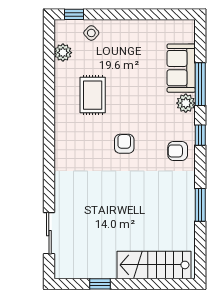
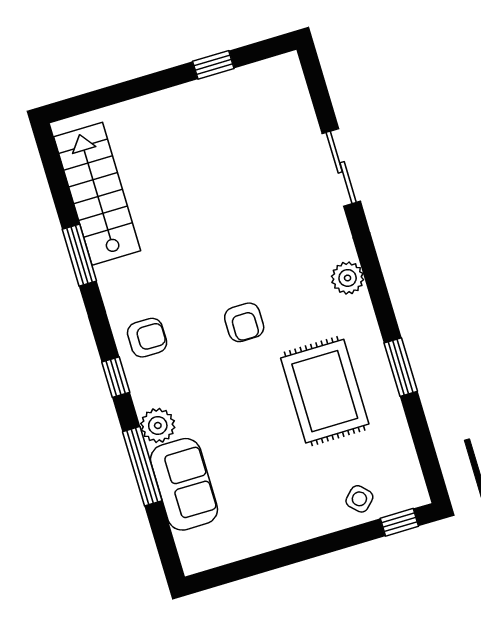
plant: (63, 53) -> (348, 278), moved
rug: (93, 95) -> (325, 391), width x1.36, depth x1.43
window: (49, 96) -> (401, 367), added
sliding door: (49, 233) -> (341, 167), moved
stairs: (154, 265) -> (97, 194), moved, turned -90

